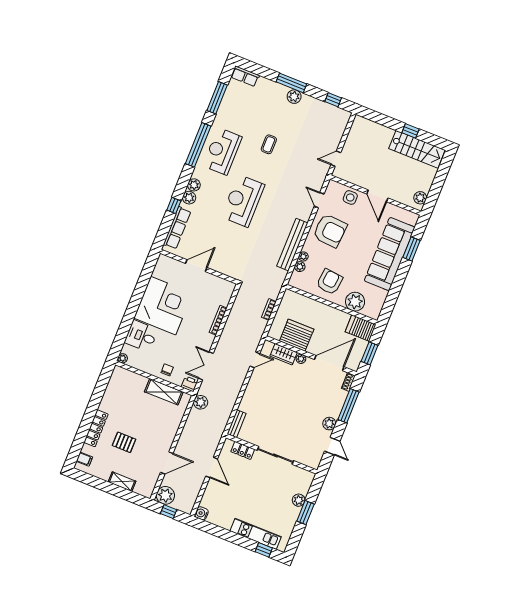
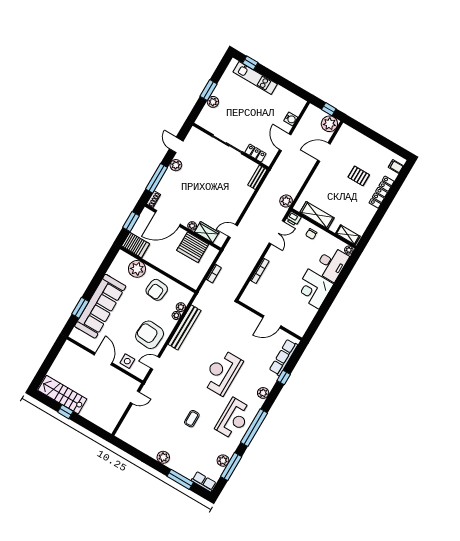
window: (291, 83) -> (180, 479), moved
window: (333, 100) -> (129, 449), removed
plant: (189, 198) -> (223, 461), moved
plant: (420, 198) -> (66, 352), removed
door: (319, 200) -> (155, 363), swing flipped
reception desk: (243, 201) -> (222, 372), turned 180
corner desk: (163, 306) -> (314, 289), width x0.74, depth x0.74
desk: (141, 336) -> (332, 264), width x1.37
shelving: (122, 482) -> (348, 235), moved
water cooler: (201, 513) -> (291, 119), moved

